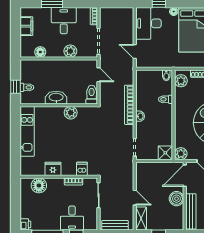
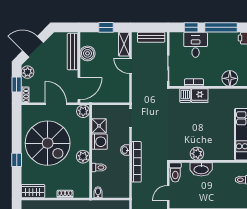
door: (98, 75) -> (168, 193), hinge flipped
plant: (181, 81) -> (83, 157), moved
washbasin: (56, 98) -> (201, 169), moved
washing machine: (165, 124) -> (100, 142), added
shower: (165, 153) -> (99, 126), moved
fridge: (53, 169) -> (200, 96), moved
boiler: (176, 199) -> (87, 53), moved

